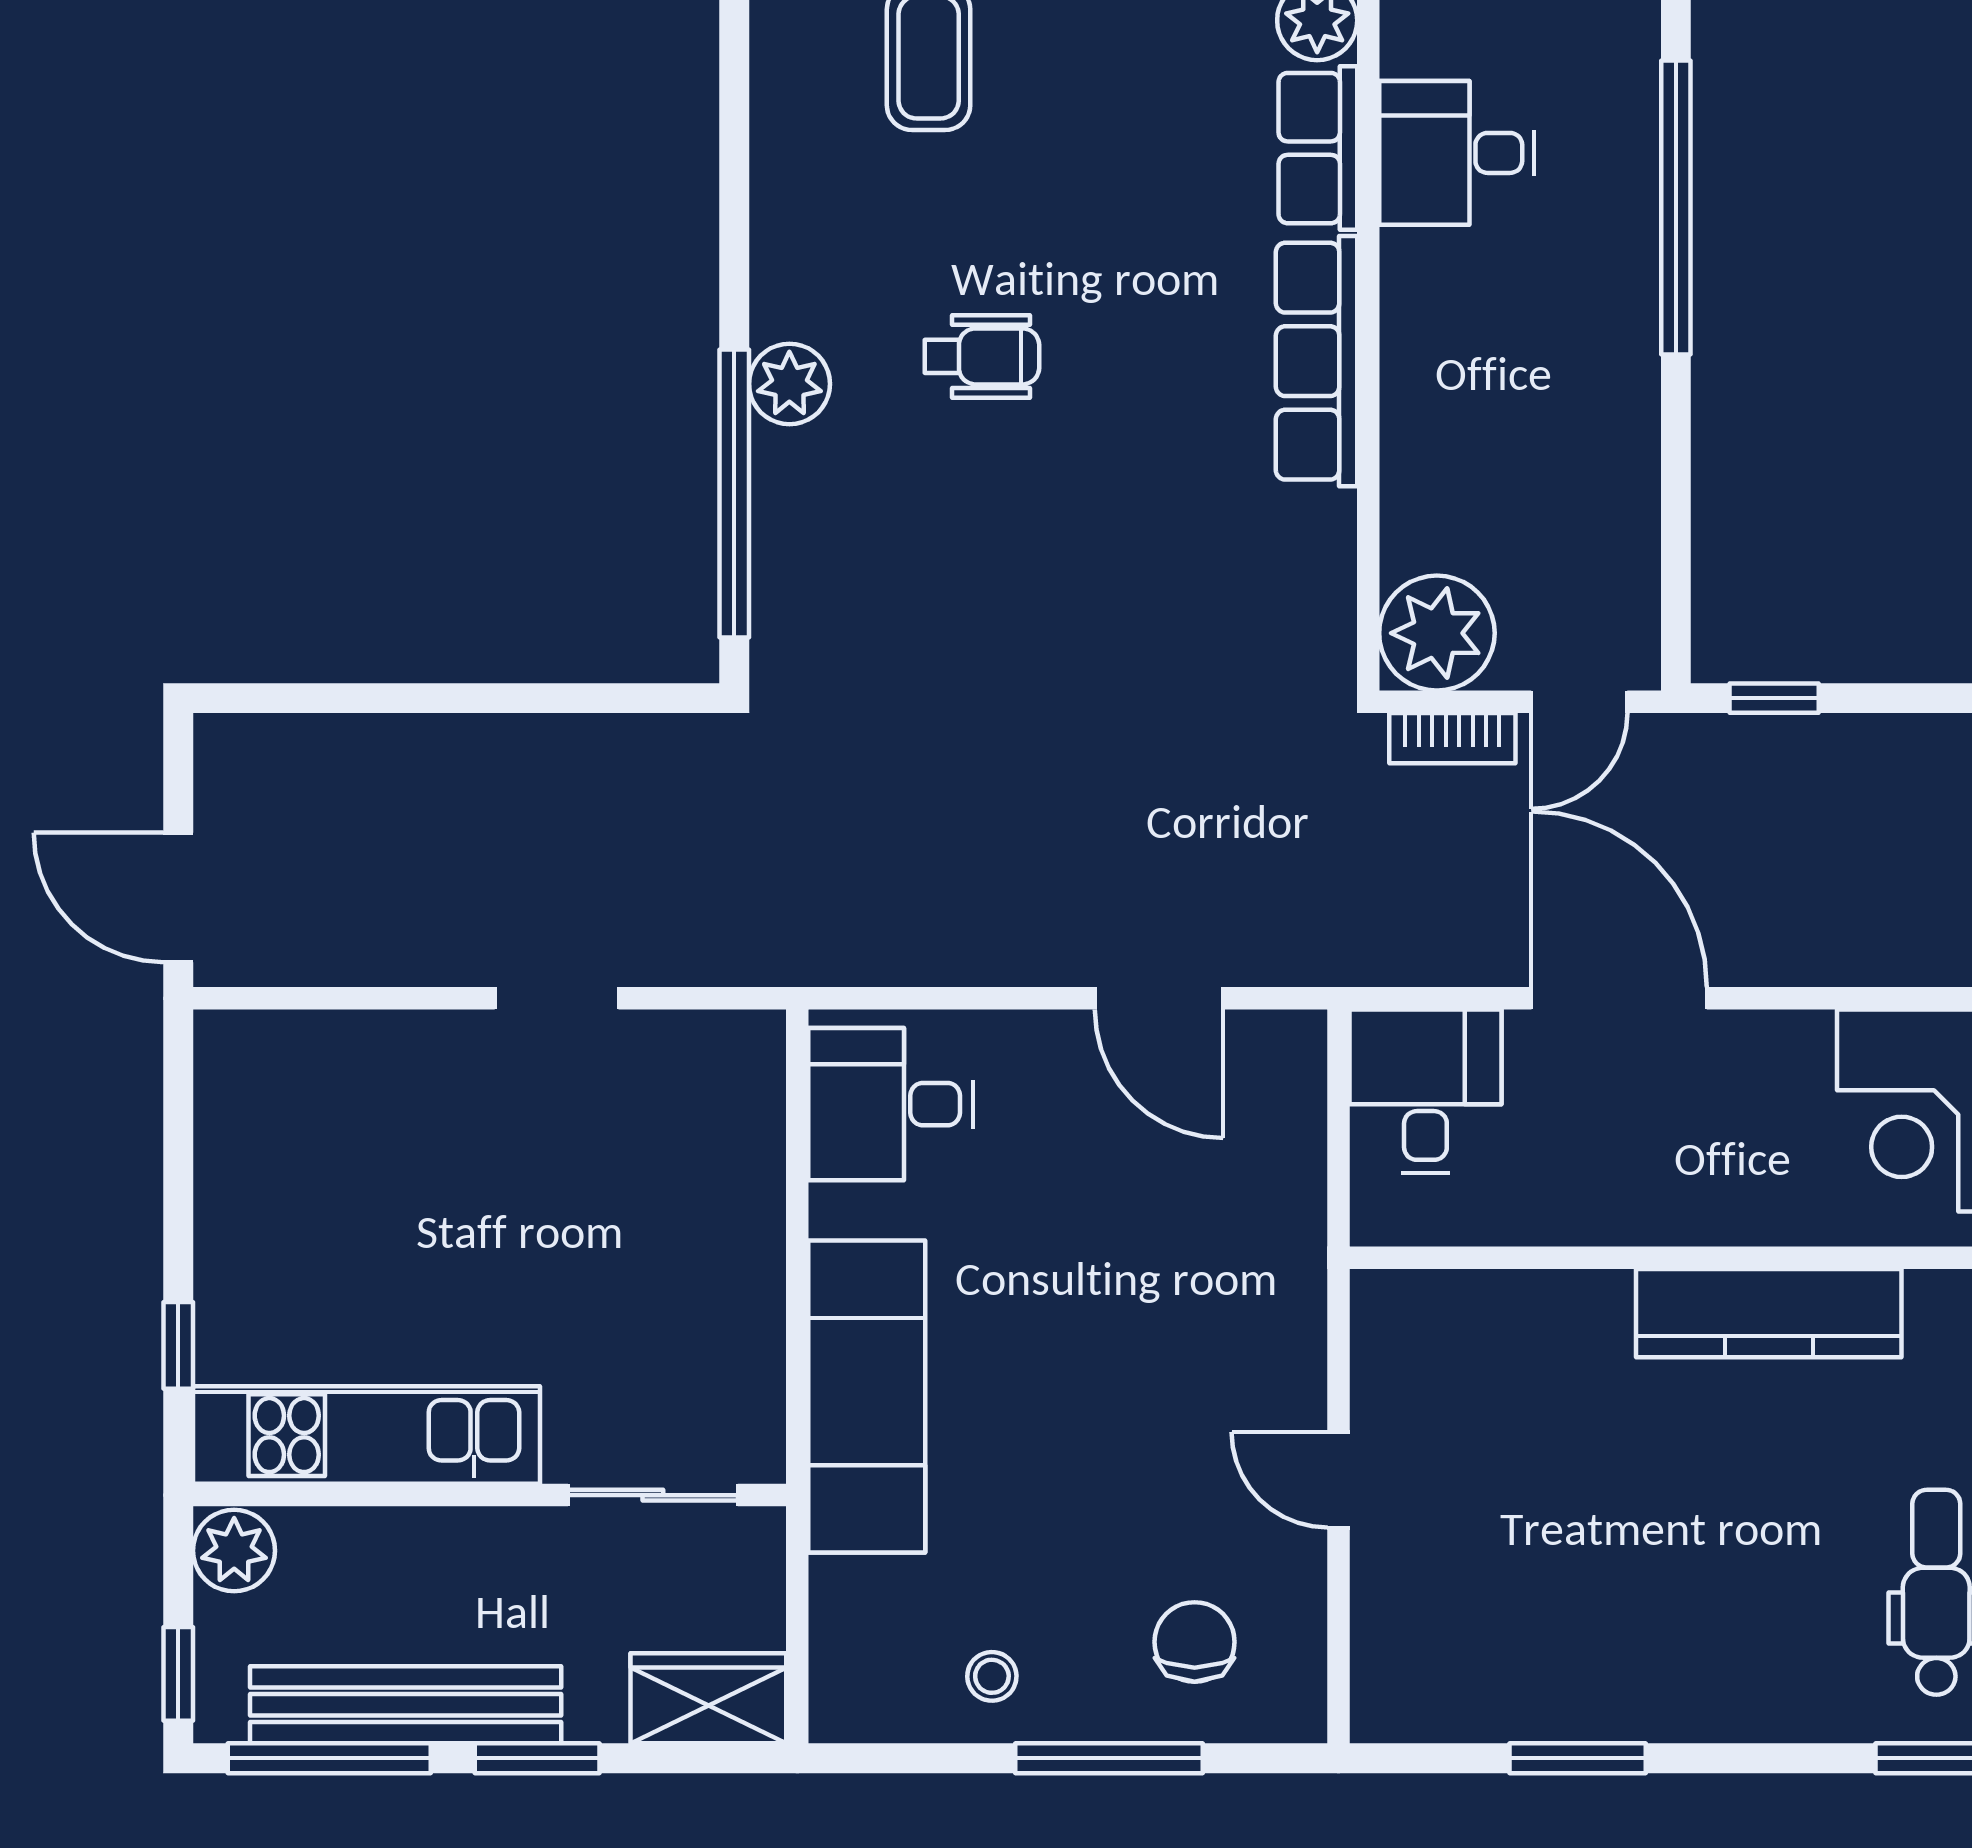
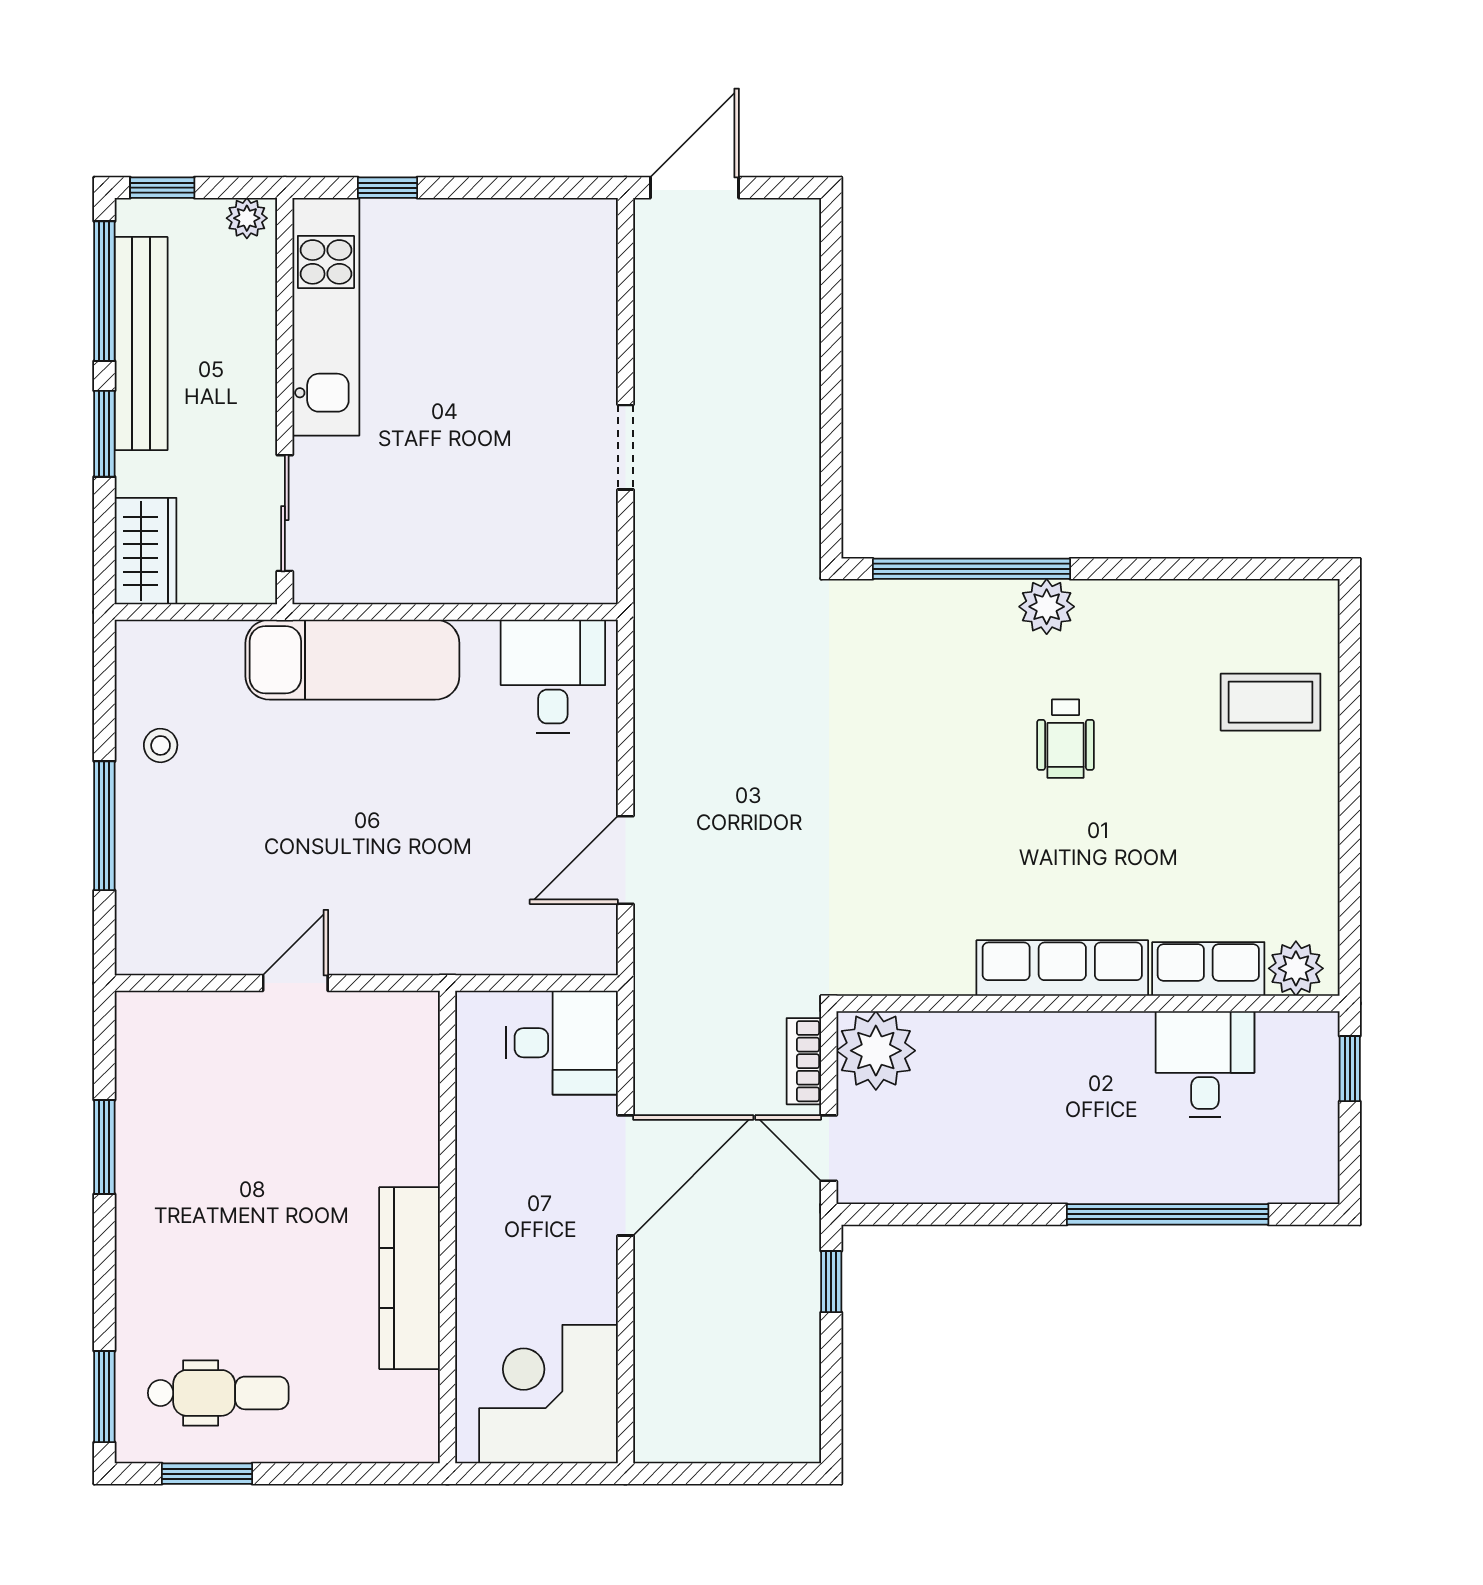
plant: (234, 1551) -> (247, 218), width x0.73, depth x0.73
chair: (1195, 1642) -> (184, 884), removed

